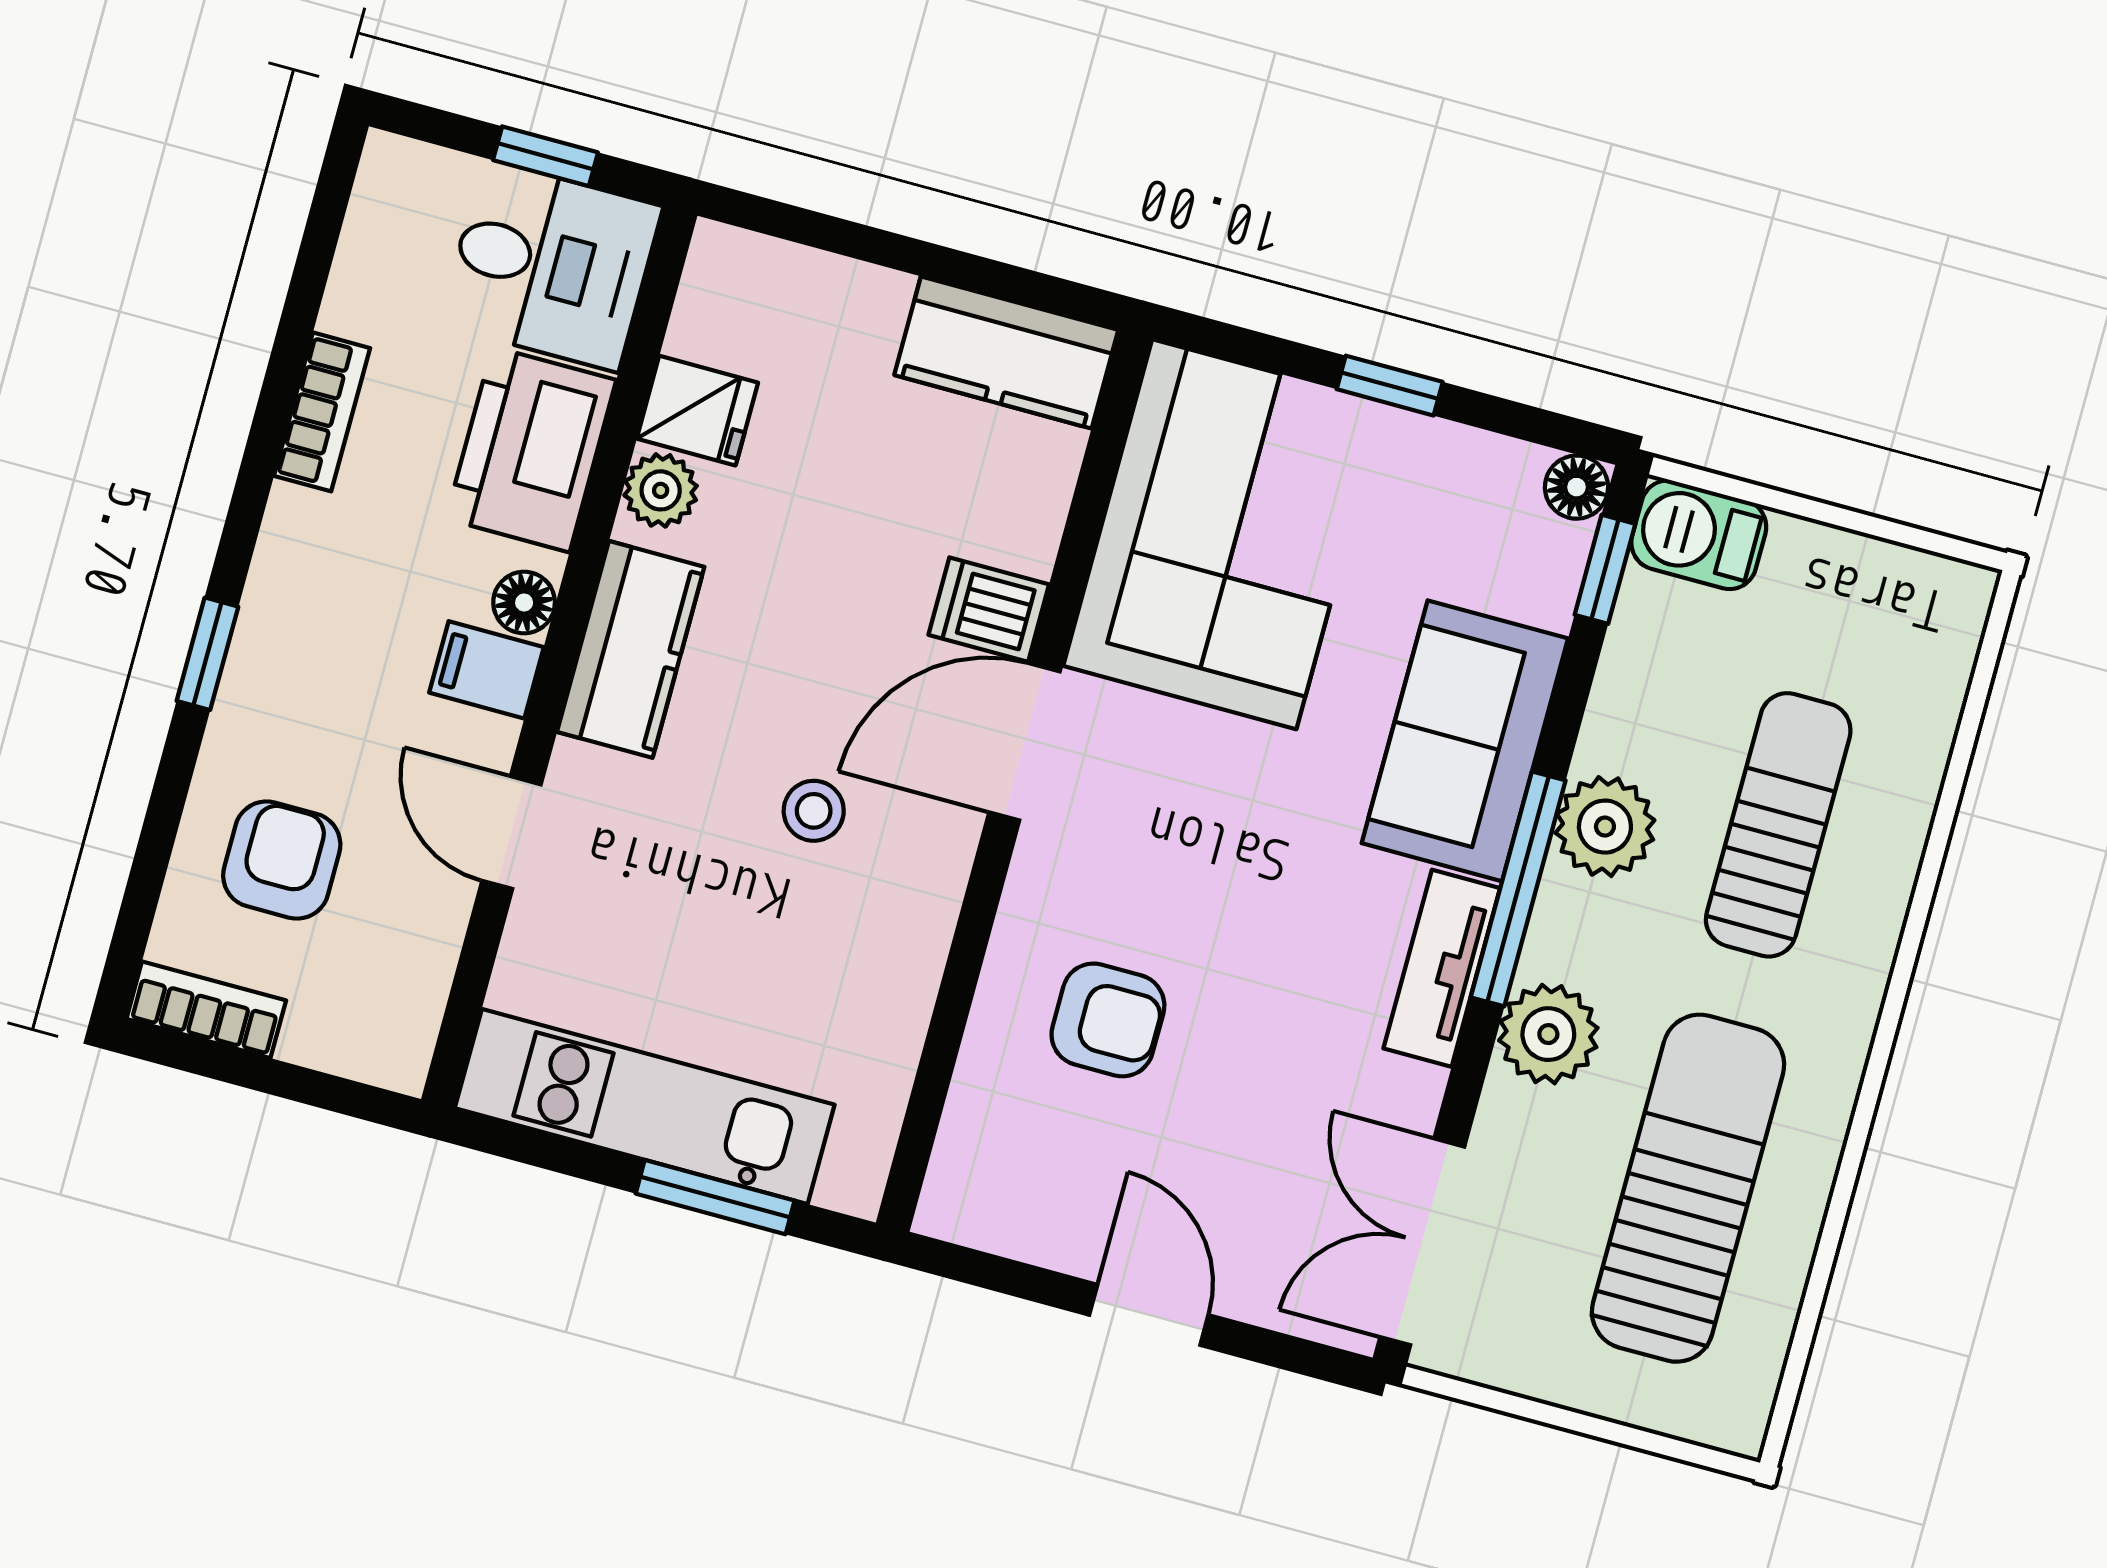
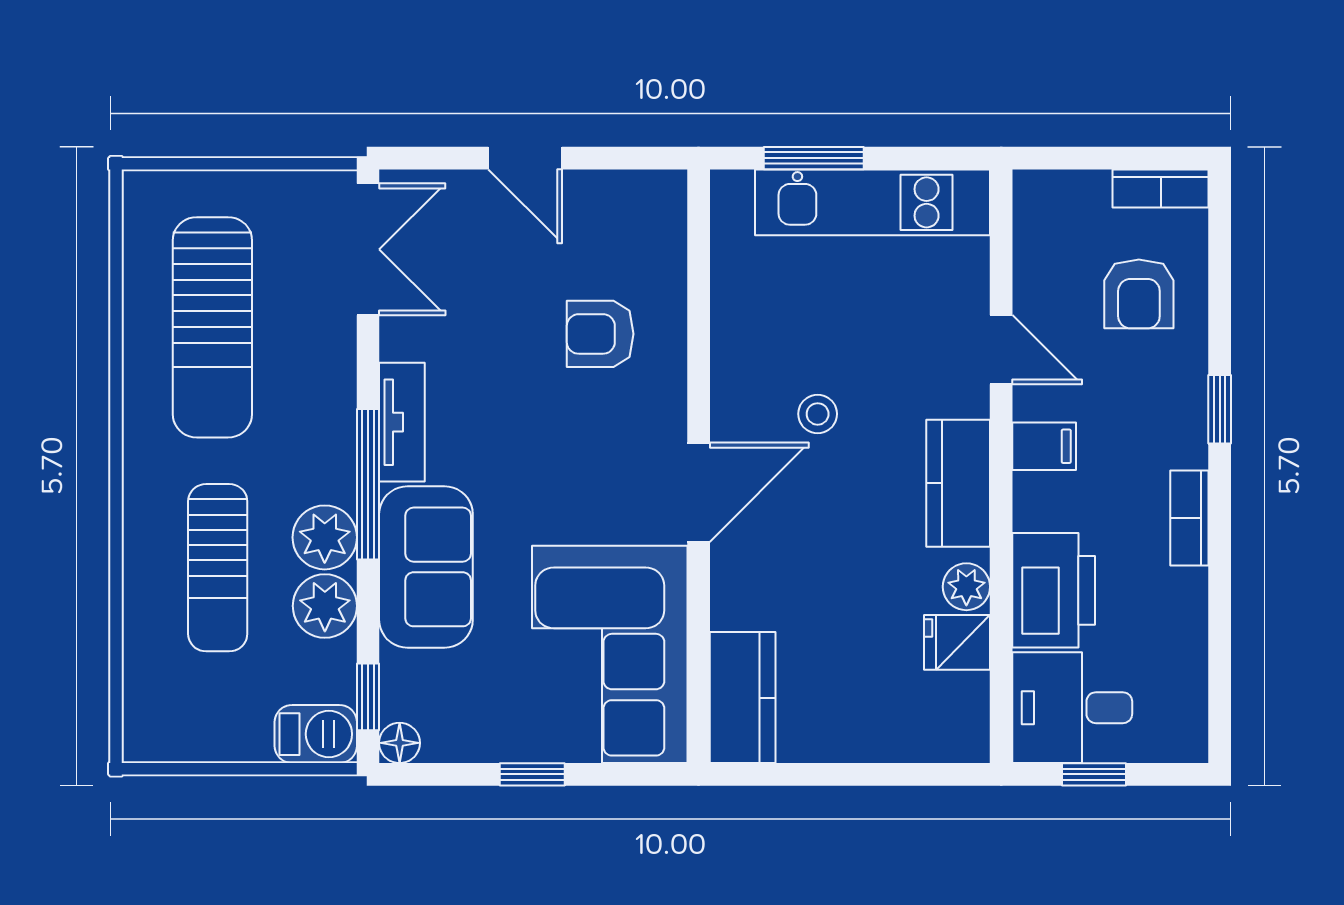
kitchen counter: (1006, 352) -> (743, 698), moved, turned 90
bookcase: (322, 412) -> (1189, 518), moved
floor lamp: (524, 602) -> (1032, 494), removed
dishwasher: (989, 610) -> (743, 568), removed
plant: (1548, 1034) -> (325, 606), moved

